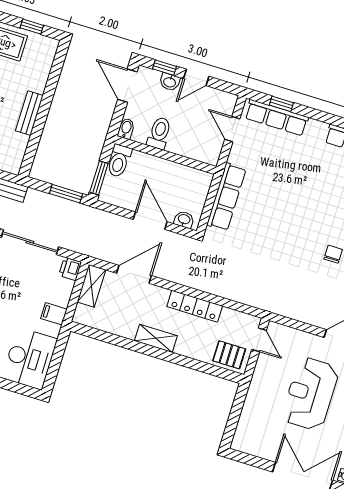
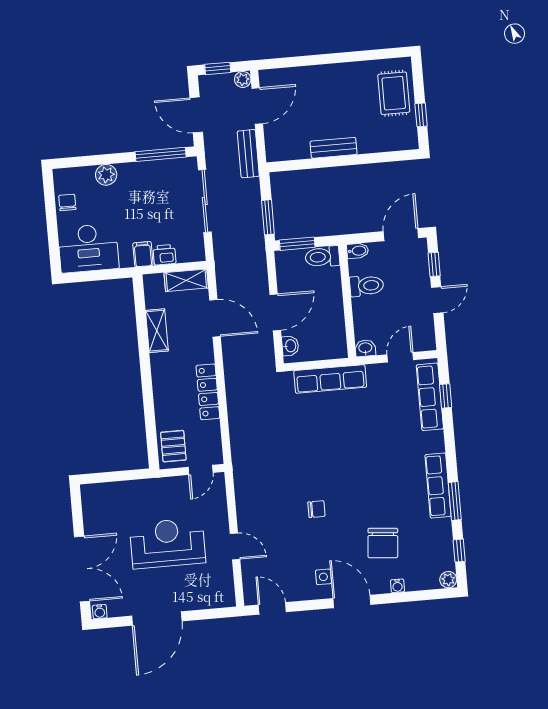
door: (196, 77) -> (437, 300), swing flipped
washbasin: (170, 82) -> (365, 348), moved, turned 90
printer: (70, 269) -> (164, 255), moved
shelving: (156, 338) -> (157, 331), moved

